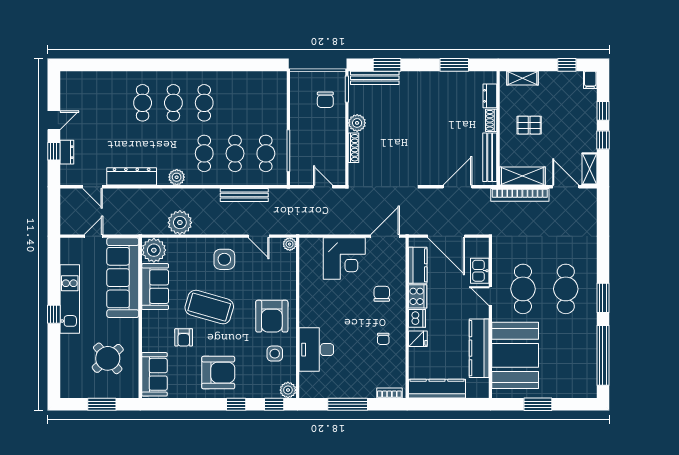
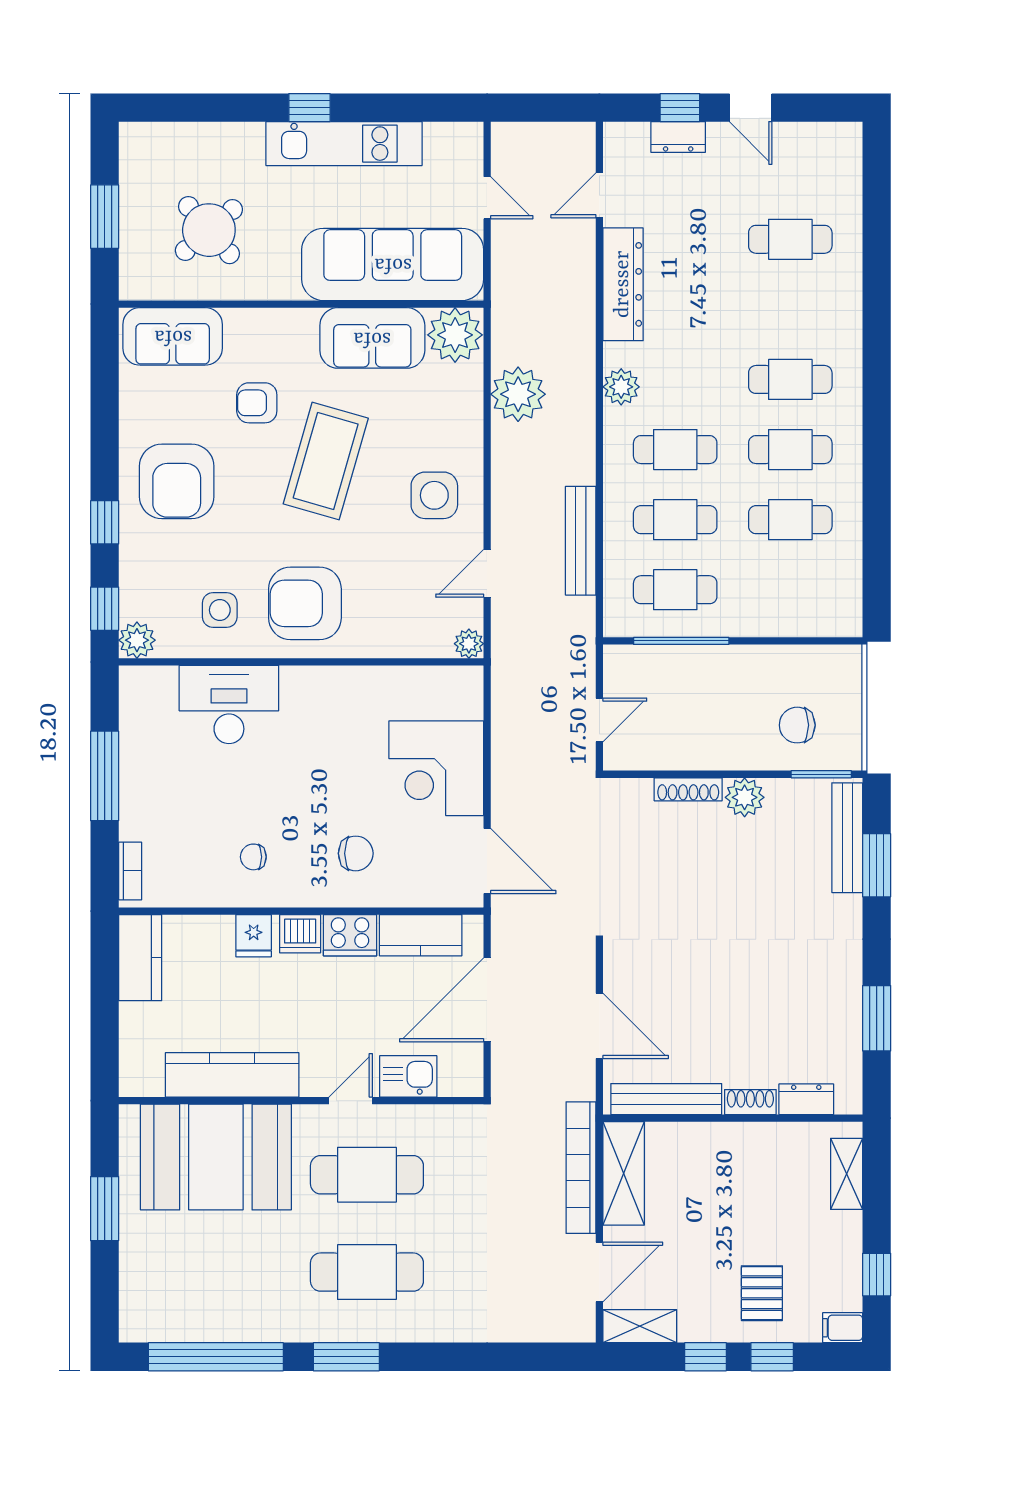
cafe table: (143, 103) -> (790, 239), moved
cafe table: (235, 103) -> (790, 520), added
pallet: (529, 125) -> (762, 1293), moved
kitchen counter: (437, 389) -> (140, 958), width x0.67

